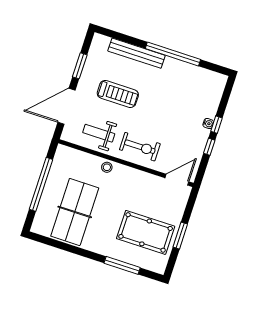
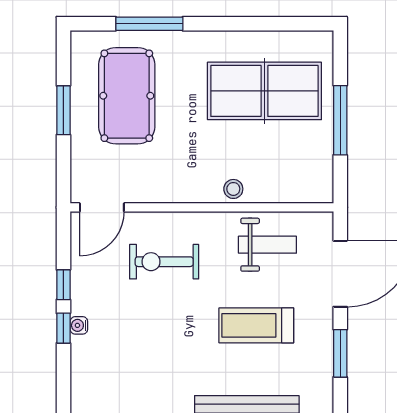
exercise bike: (140, 147) -> (164, 262), moved
window: (41, 184) -> (340, 120), width x0.68
table tennis table: (75, 212) -> (264, 91), turned 90
pool table: (146, 232) -> (127, 96), turned 90

